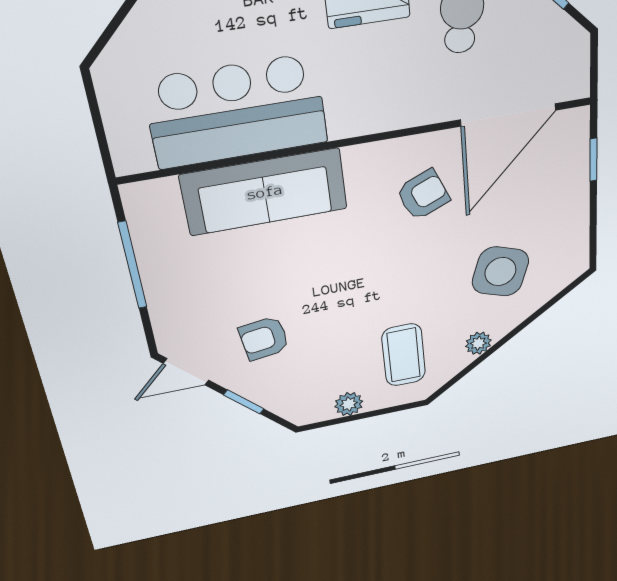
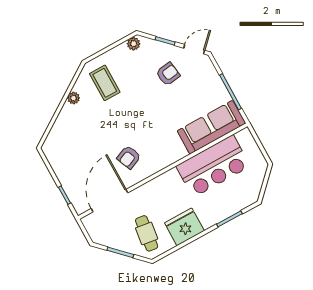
sofa: (265, 192) -> (211, 127), moved
side table: (500, 272) -> (80, 134), removed
plant: (349, 404) -> (134, 44), moved

